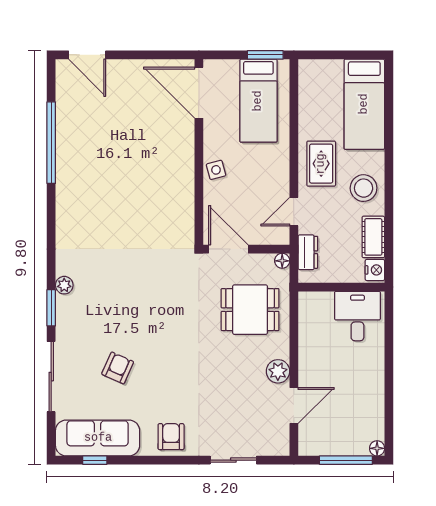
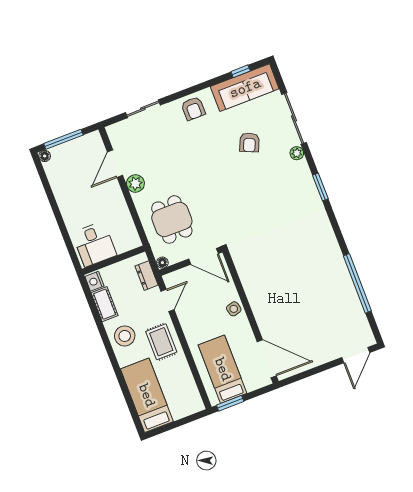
door: (87, 55) -> (356, 355), swing flipped
plant: (64, 285) -> (297, 153), moved
window: (51, 308) -> (320, 187), moved
dining table: (250, 310) -> (172, 219), turned 90

